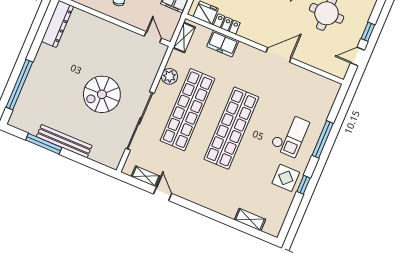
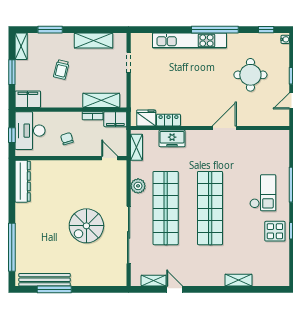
bench: (64, 141) -> (45, 280), moved
shelving: (250, 220) -> (238, 280), moved

